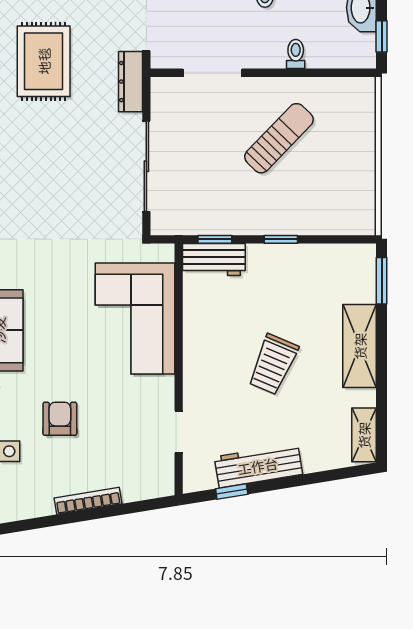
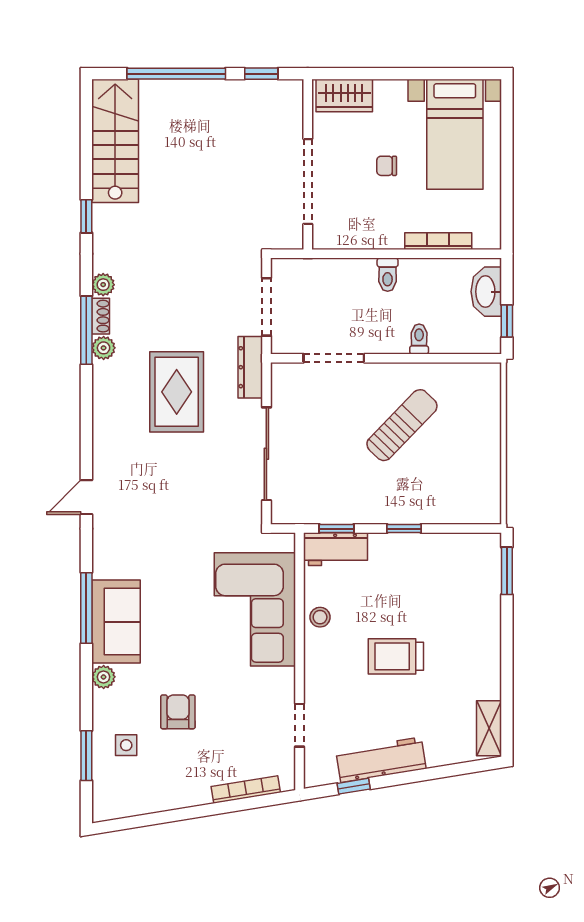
rug: (44, 61) -> (177, 392), moved
stool: (199, 326) -> (320, 617), added
shelving: (360, 346) -> (484, 637), removed
trolley: (273, 364) -> (396, 656), turned 67
bookcase: (88, 501) -> (246, 789), moved

